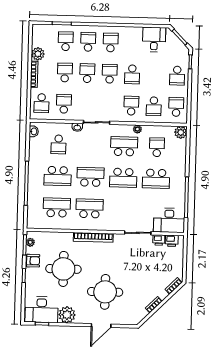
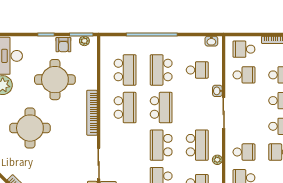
school desk: (58, 144) -> (197, 70), turned 180

